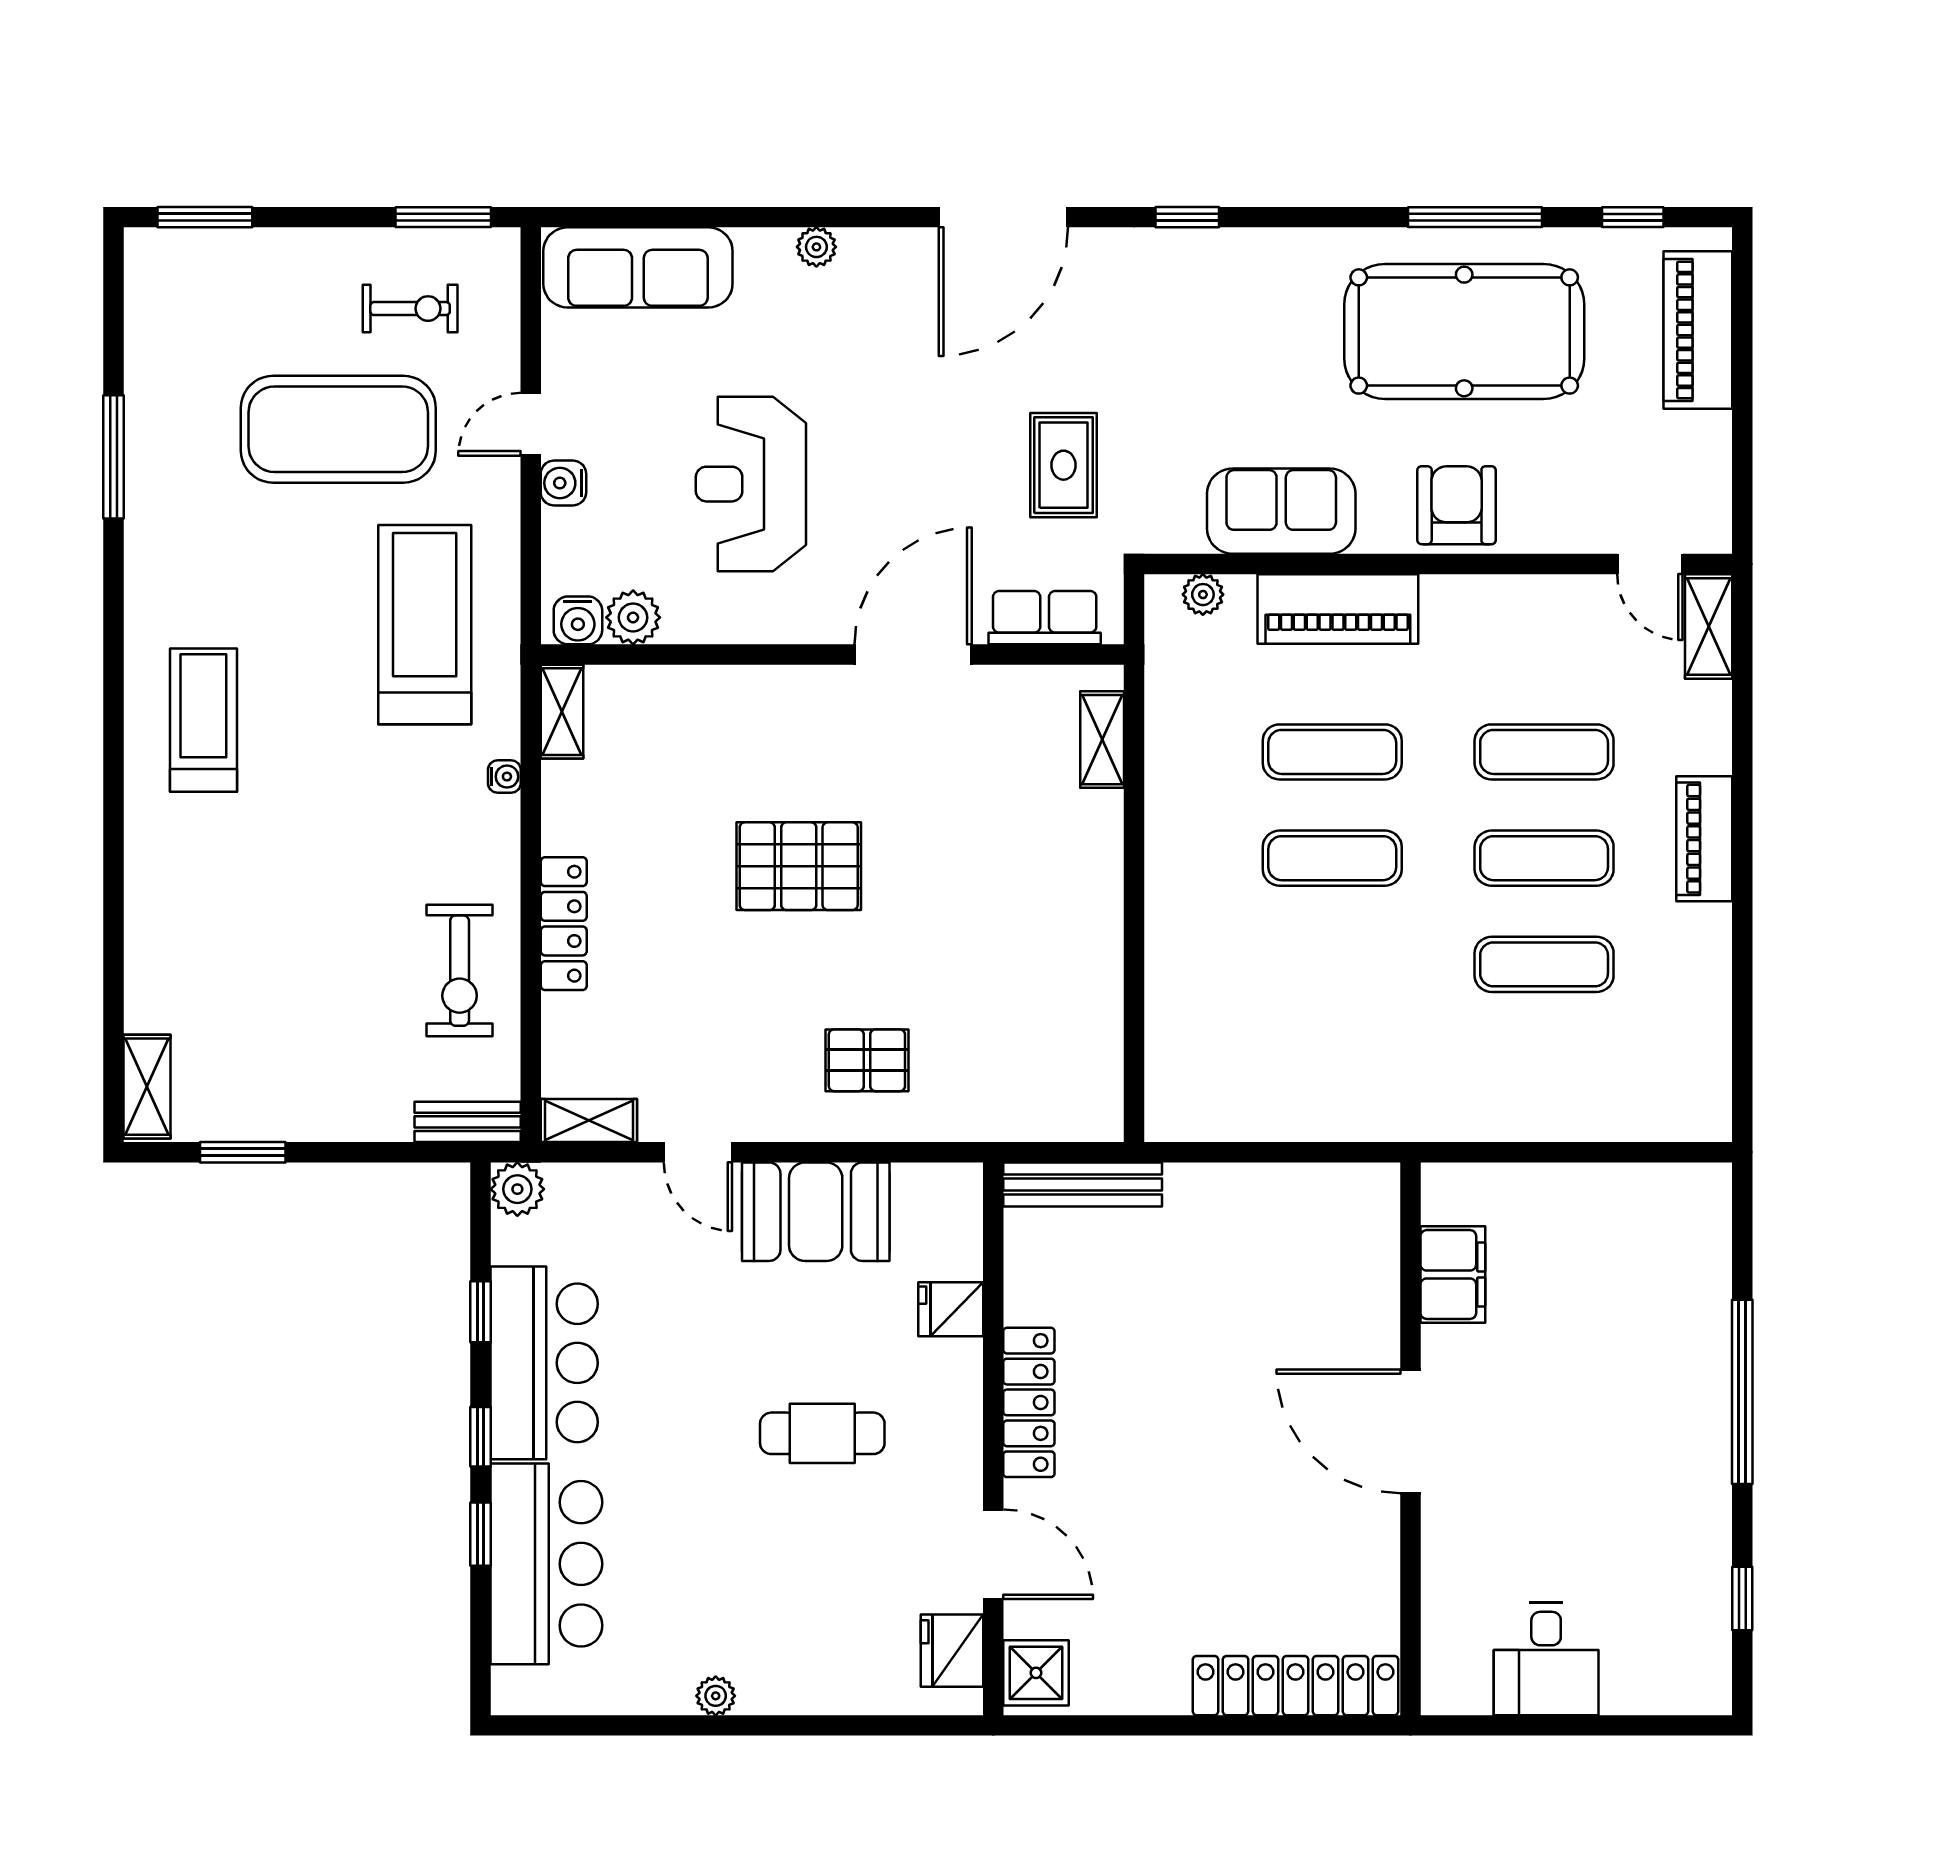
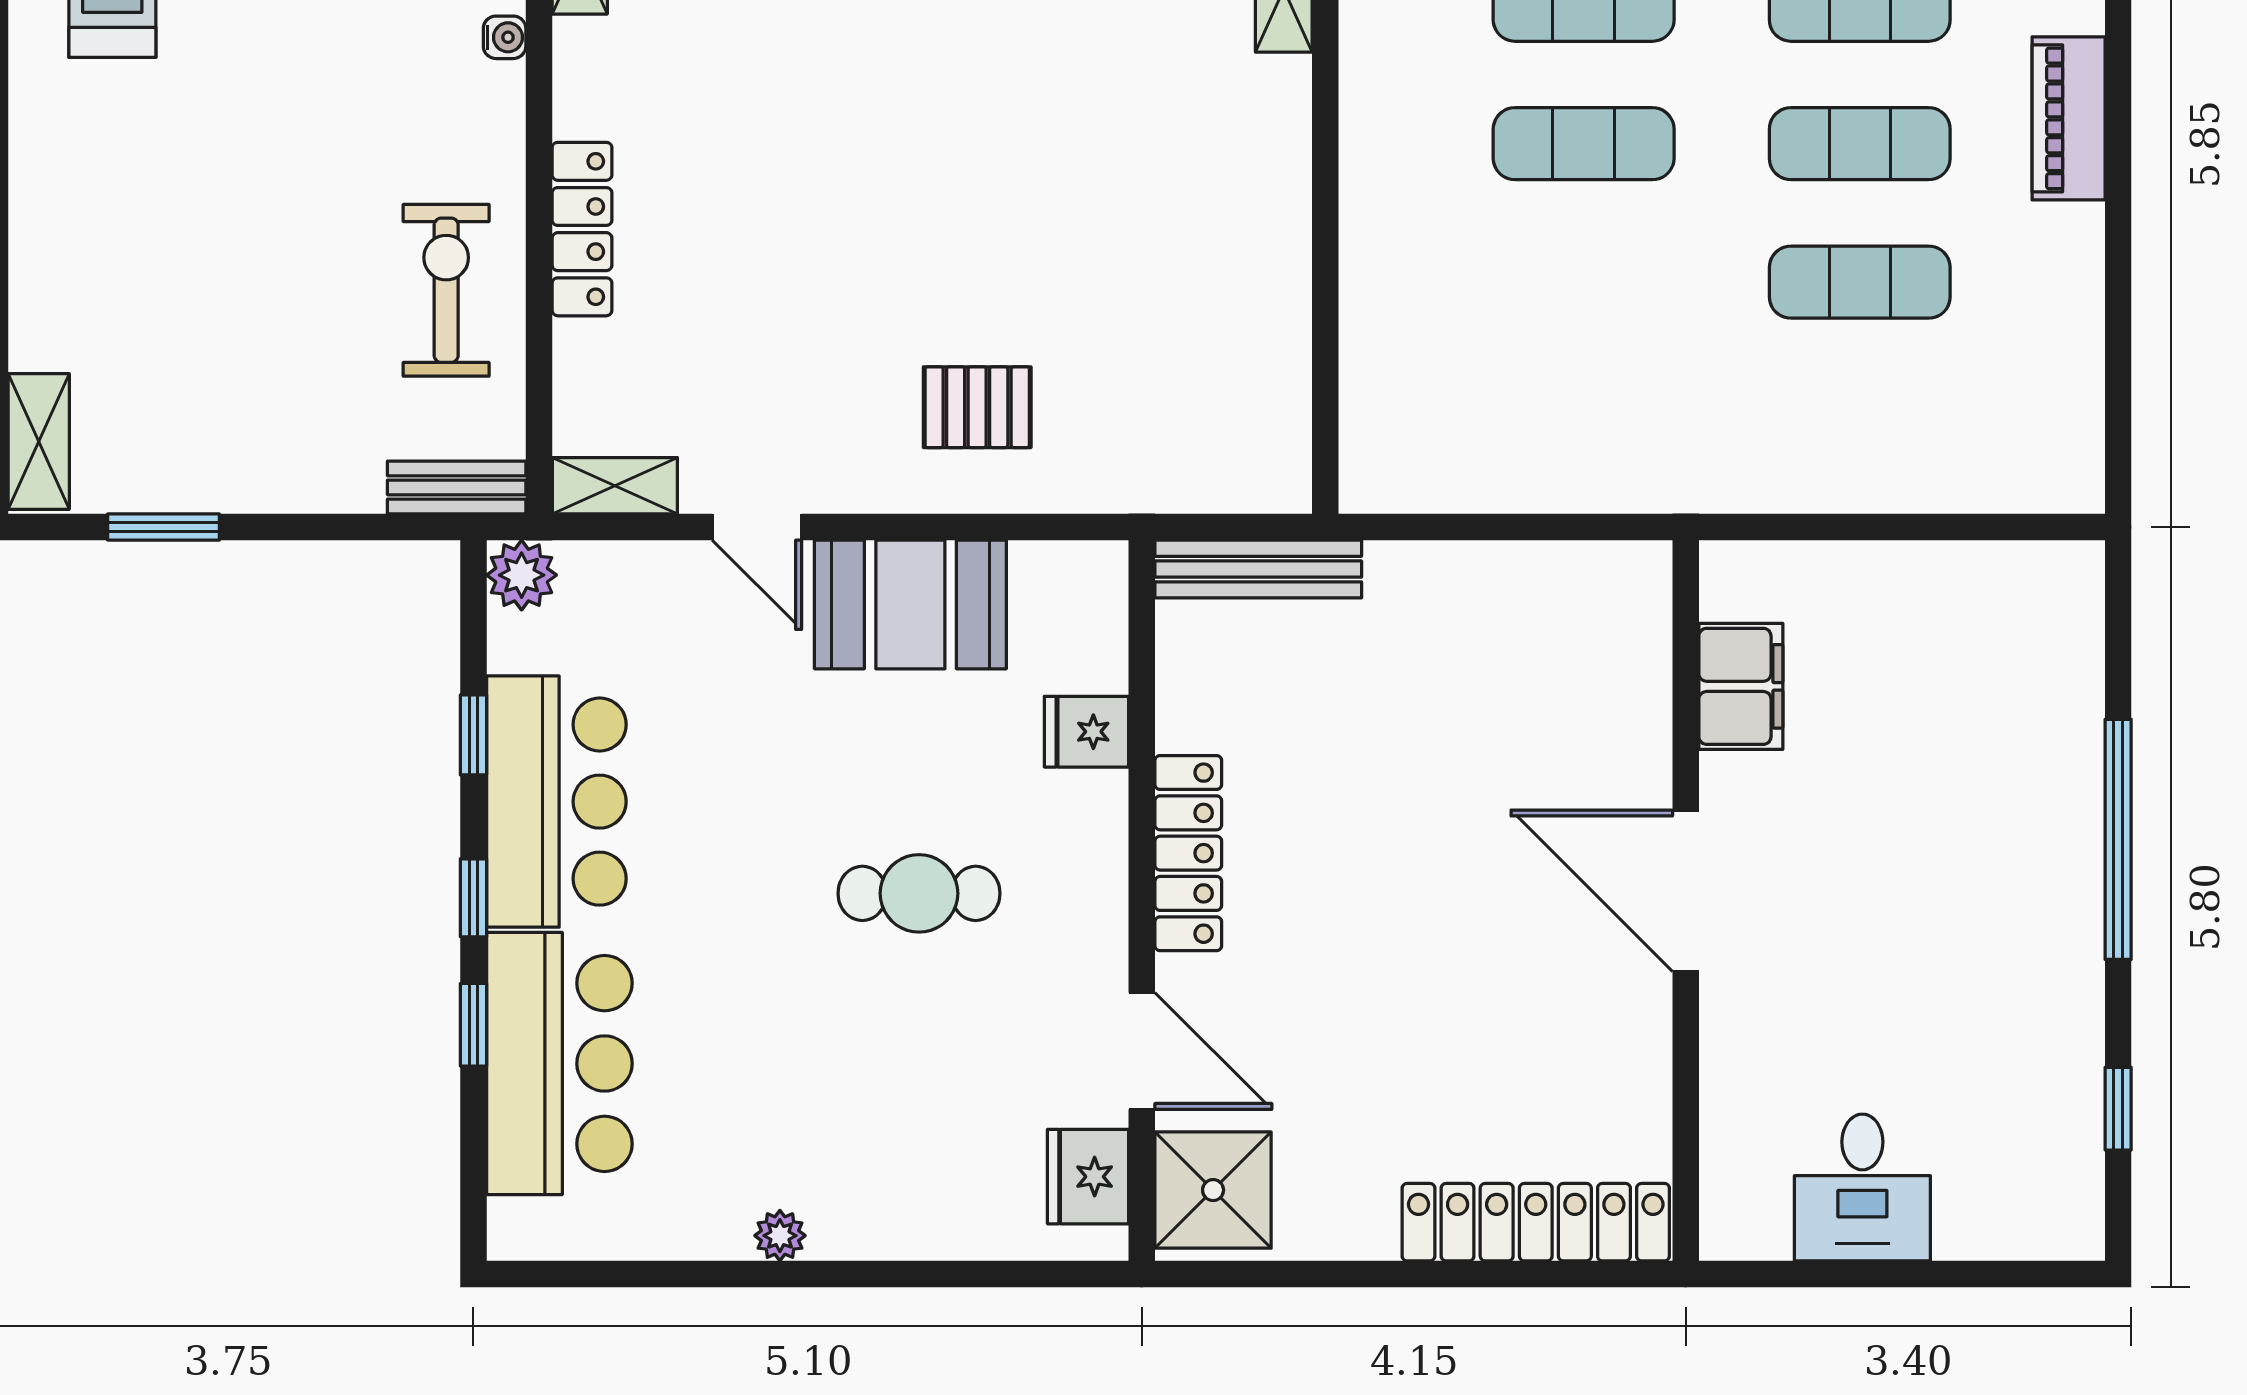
pallet: (799, 866) -> (888, 154), removed
exercise bike: (460, 971) -> (446, 290), turned 180
shower: (1036, 1673) -> (1213, 1190), width x1.36, depth x1.36

